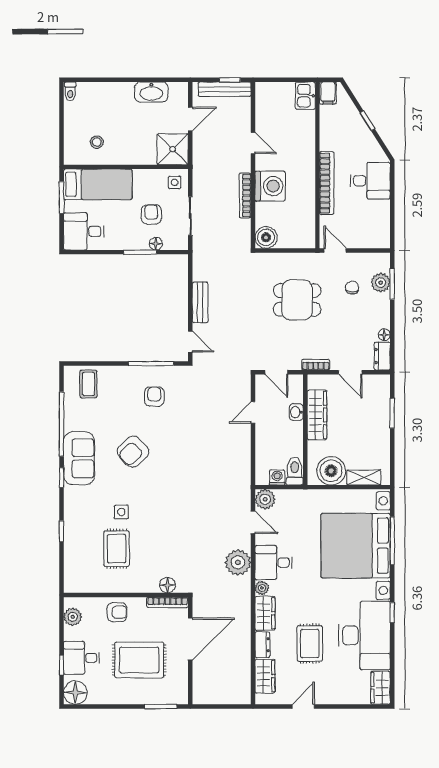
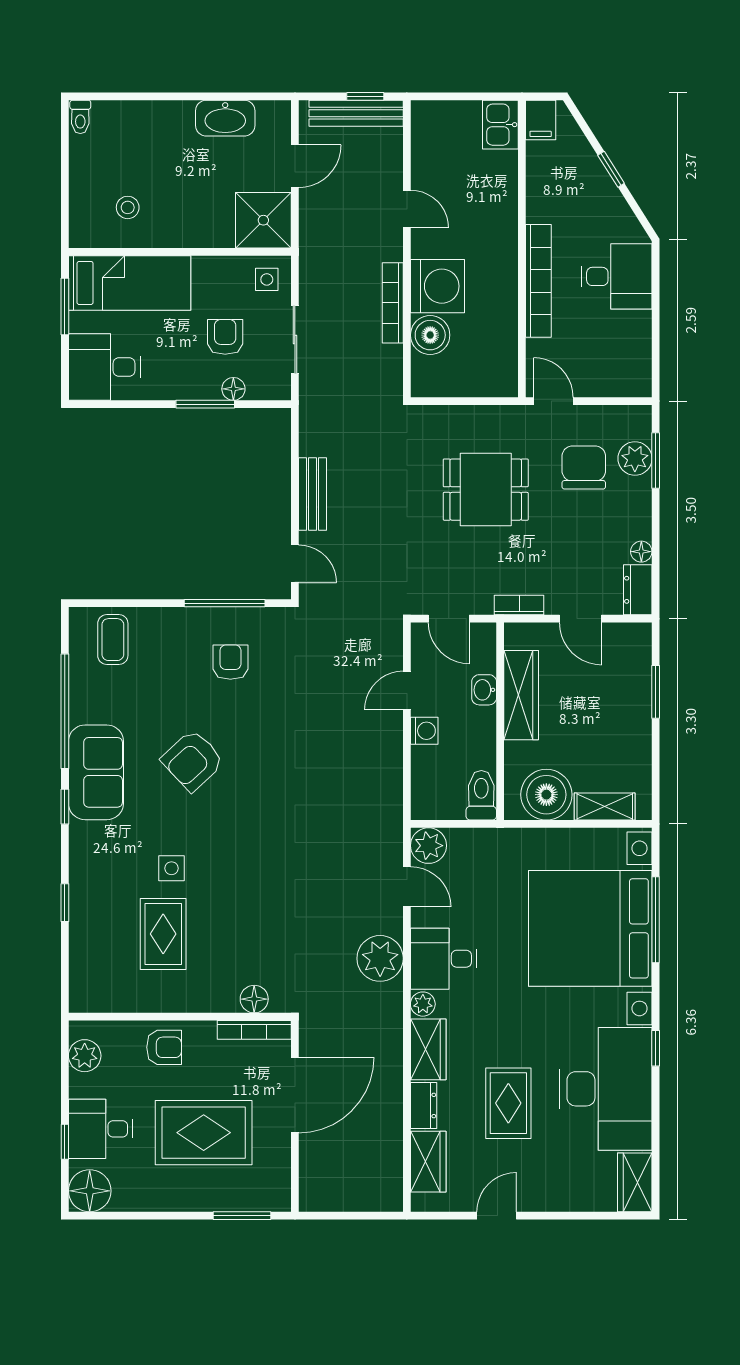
boiler: (266, 237) -> (430, 335), moved
chair: (352, 288) -> (584, 467), width x1.87, depth x1.87
washing machine: (277, 477) -> (424, 731), moved, turned 90

